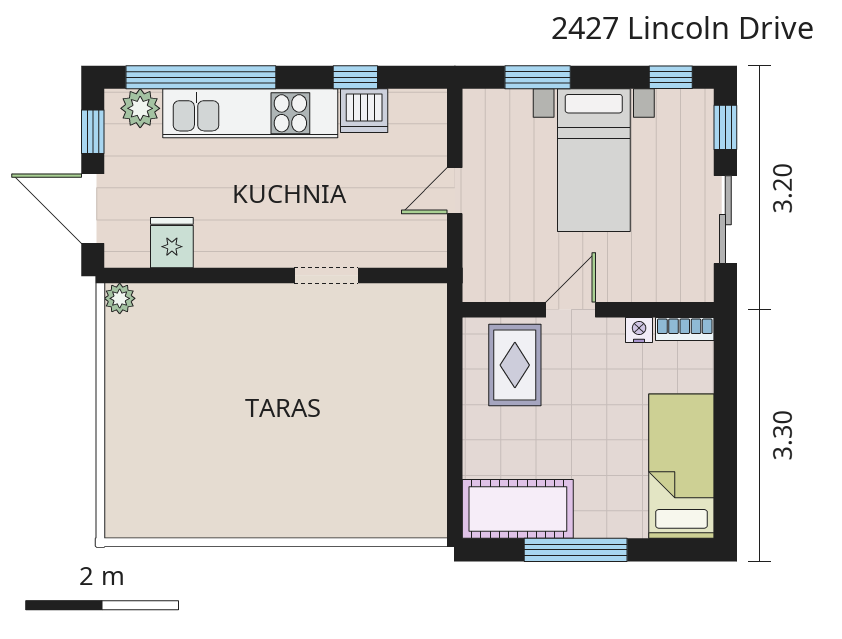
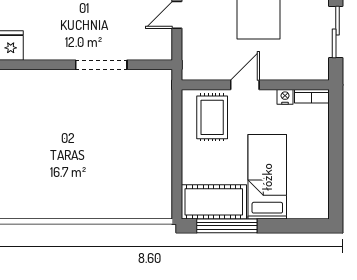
doorway: (326, 275) -> (101, 65), width x1.38
bed: (681, 466) -> (267, 177), moved
window: (576, 550) -> (227, 226), moved

